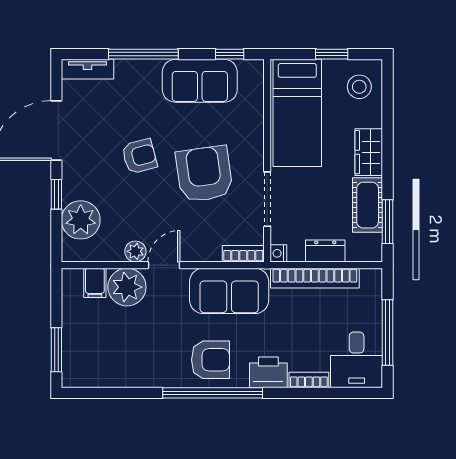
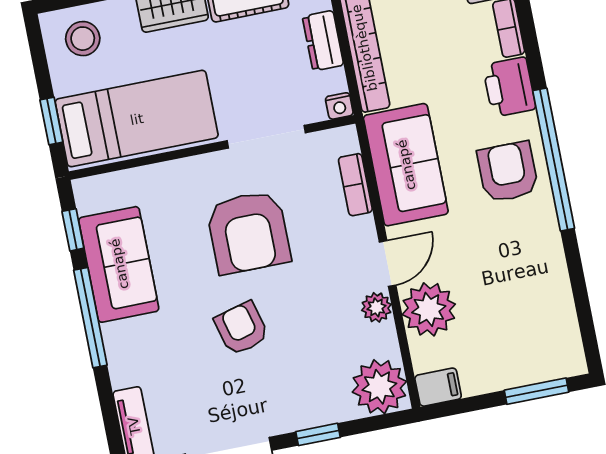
window: (143, 54) -> (90, 318), moved
window: (332, 54) -> (51, 121), moved
armchair: (204, 174) -> (248, 232), turned -82
plant: (81, 220) -> (379, 387), moved
bookcase: (243, 254) -> (355, 185), moved
door: (164, 265) -> (388, 264), swing flipped
filing cabinet: (95, 283) -> (438, 387), moved

